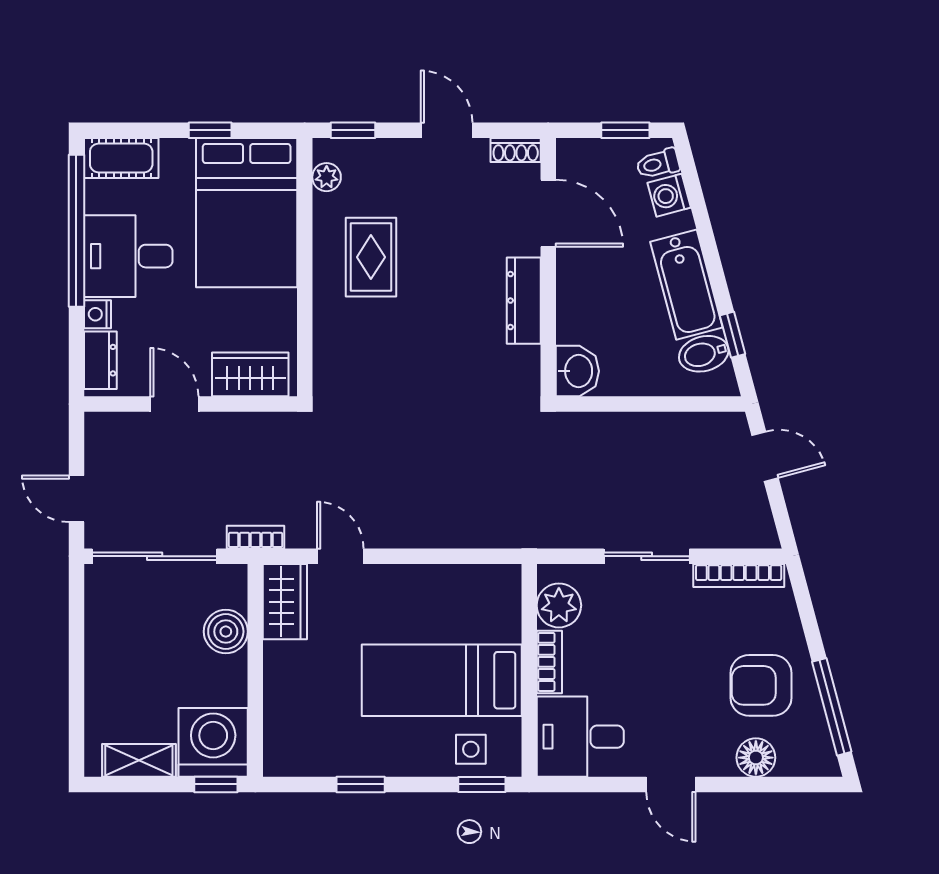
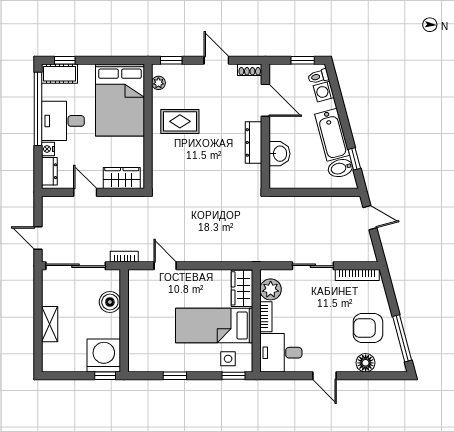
window: (210, 130) -> (65, 60), moved
rug: (371, 257) -> (180, 121), turned 90
washbasin: (577, 371) -> (279, 154), moved
wardrobe: (285, 602) -> (242, 288), moved, turned 180
shelving: (139, 760) -> (50, 324), moved, turned 90

